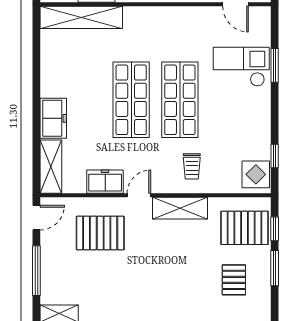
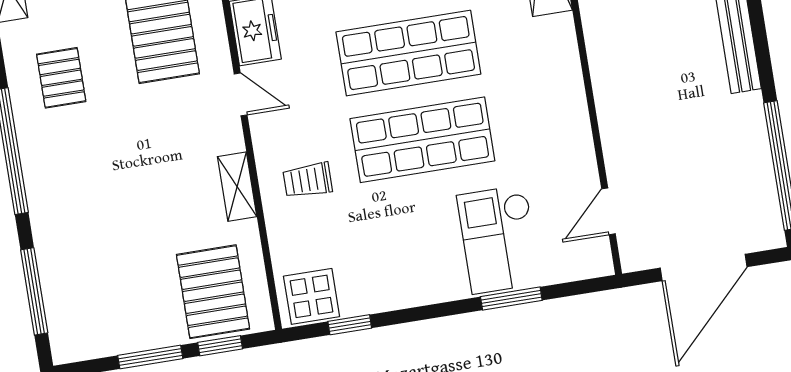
checkout: (241, 67) -> (499, 239), turned 180
shelving: (180, 208) -> (237, 187), width x0.67, depth x0.75
pallet: (234, 280) -> (61, 78), moved, turned 90

